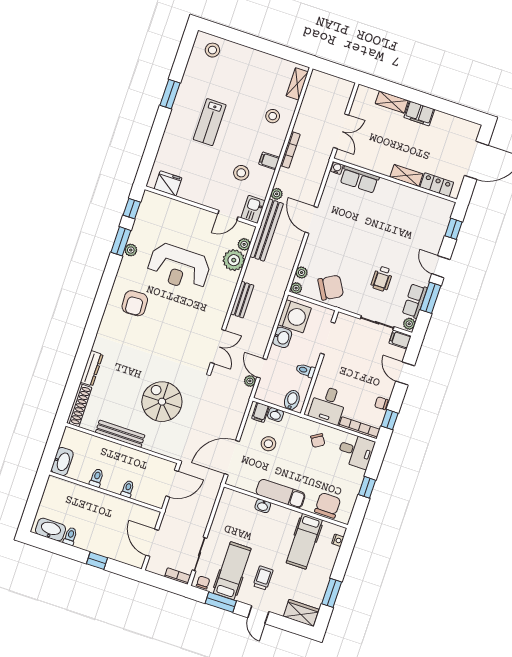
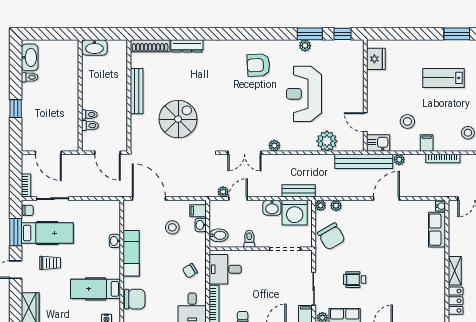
plant: (244, 244) -> (274, 146), moved
bench: (242, 300) -> (299, 191), moved
toilet: (97, 478) -> (90, 126), moved
door: (152, 543) -> (48, 153), swing flipped

